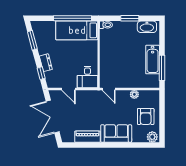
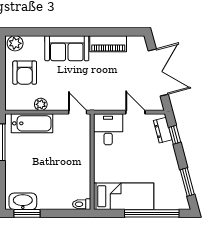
window: (72, 18) -> (152, 213), moved
window: (130, 18) -> (27, 213), moved
bathtub: (153, 60) -> (32, 123), moved, turned 90
dresser: (46, 63) -> (163, 130), moved
armchair: (146, 116) -> (25, 73), turned 180

